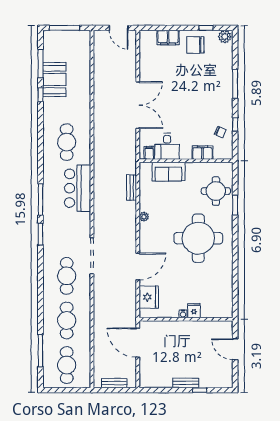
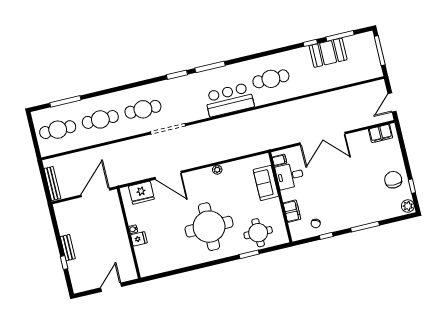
filing cabinet: (168, 38) -> (381, 133), moved, turned -90
bench: (132, 188) -> (242, 151), removed
bench: (114, 383) -> (52, 184), width x1.36

